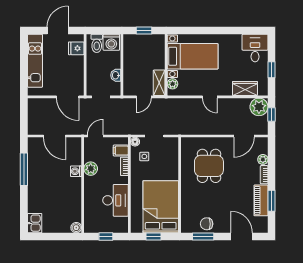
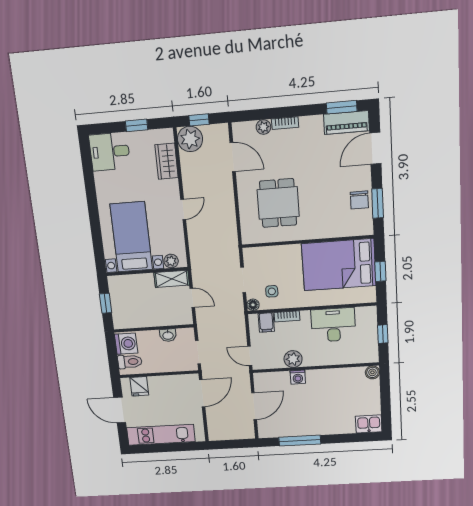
dining table: (209, 166) -> (278, 203), turned 90
piano: (261, 200) -> (346, 123), moved
window: (272, 201) -> (342, 107), moved

